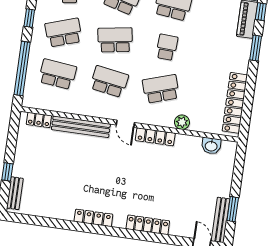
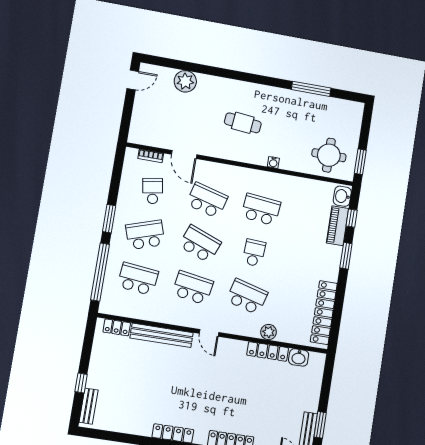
window: (29, 18) -> (109, 219), width x1.50
school desk: (115, 40) -> (200, 244), turned 30
school desk: (161, 89) -> (247, 297), turned 33
locker: (155, 137) -> (268, 351), moved

